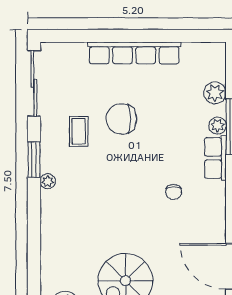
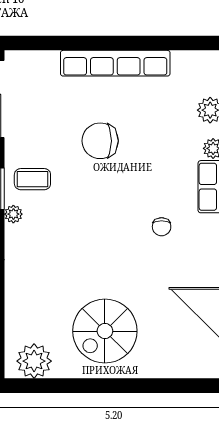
coffee table: (79, 131) -> (32, 179), moved, turned 90

